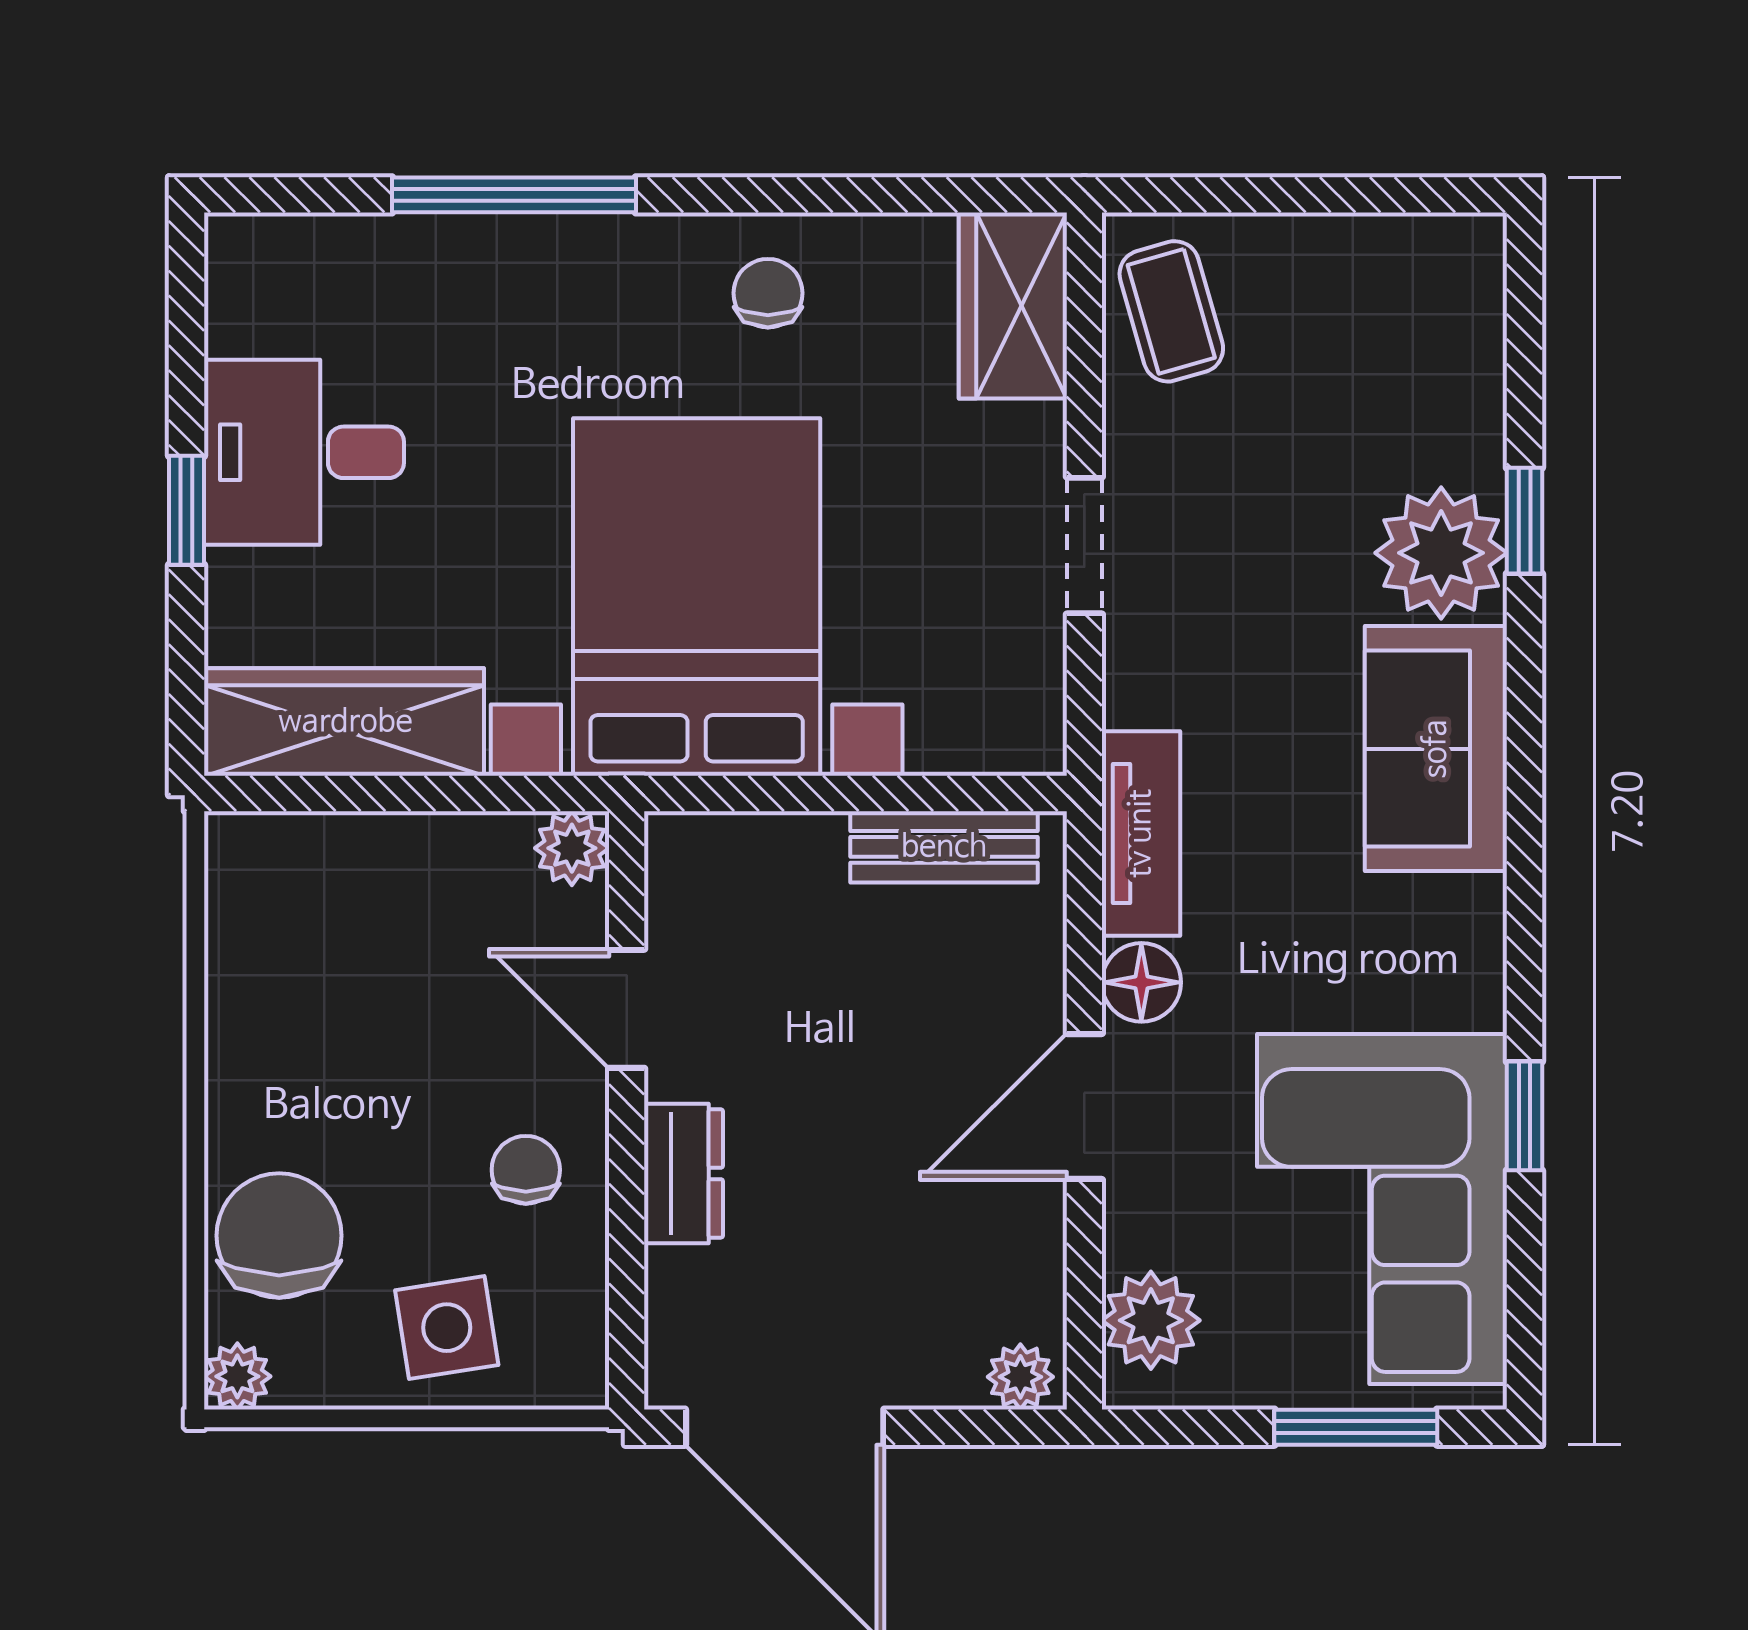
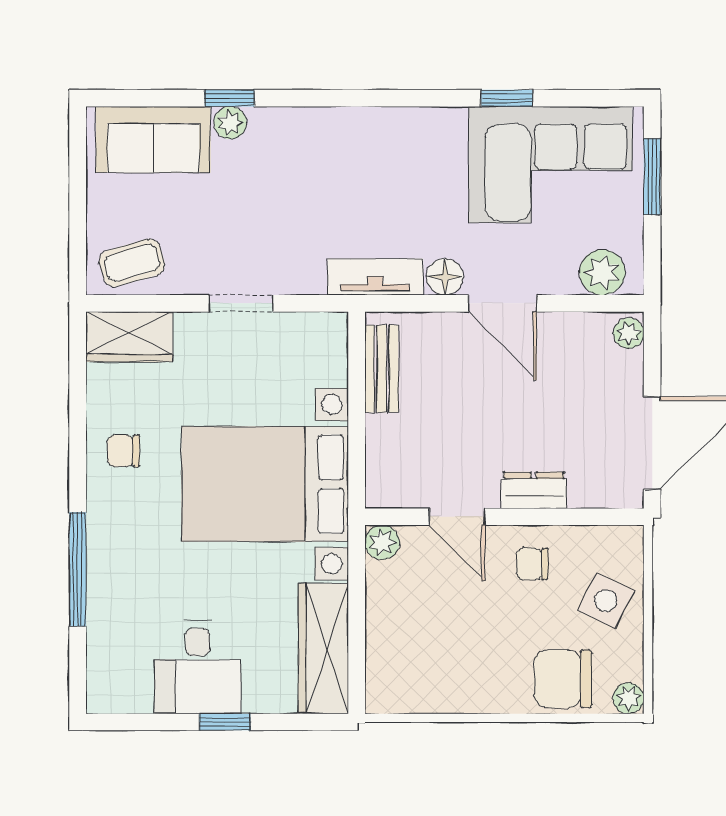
plant: (1441, 553) -> (230, 123), width x0.53, depth x0.53
sofa: (1436, 749) -> (153, 139), moved
door: (627, 1009) -> (457, 517), hinge flipped
side table: (447, 1328) -> (606, 601), turned 35

